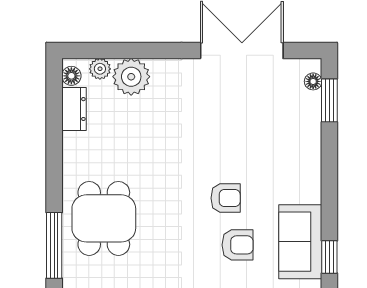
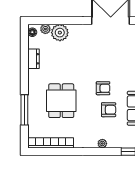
dresser: (74, 109) -> (34, 59), moved
dining table: (104, 218) -> (61, 101), moved

